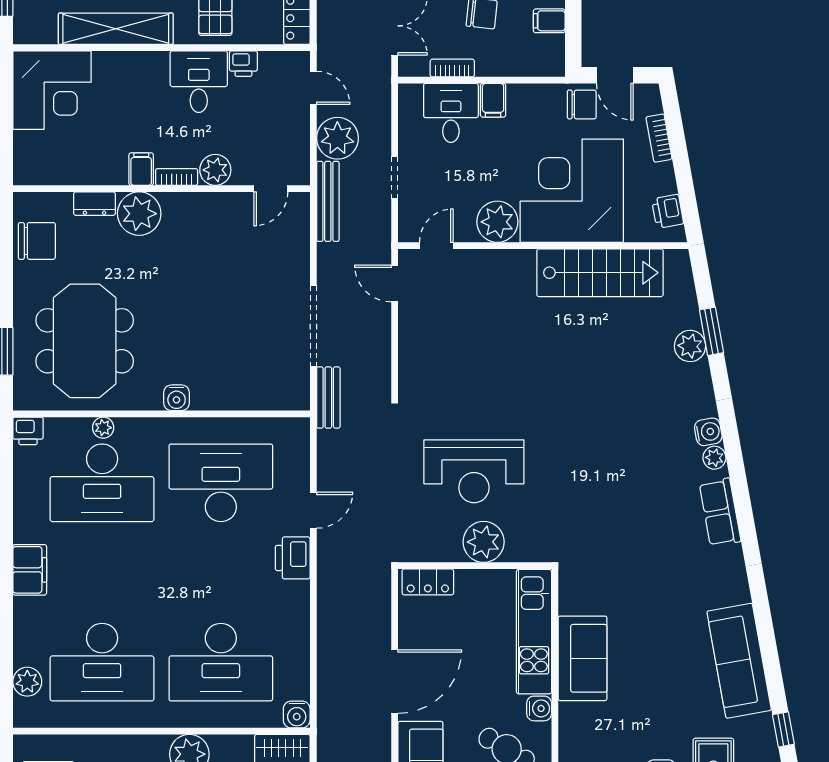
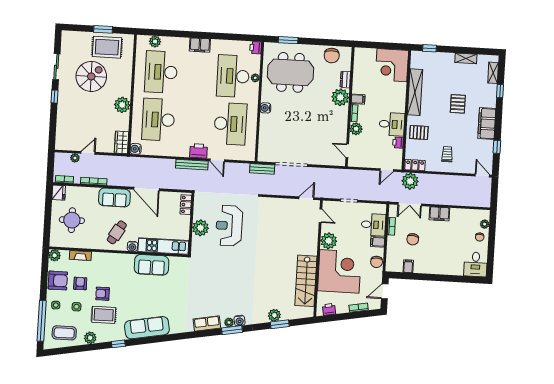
chair: (582, 104) -> (377, 262), moved
plant: (337, 138) -> (410, 181), moved
bench: (328, 201) -> (192, 165), moved
window: (733, 449) -> (232, 330), added

